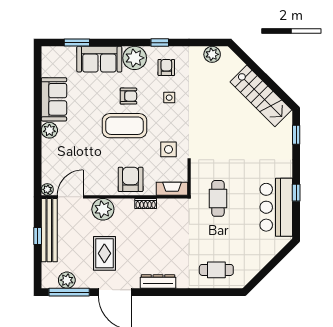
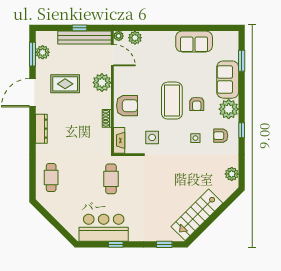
armchair: (166, 67) -> (221, 136), turned 180
plant: (49, 130) -> (135, 38), moved
cafe table: (218, 198) -> (111, 179), turned 90
window: (69, 292) -> (33, 54), width x0.69

